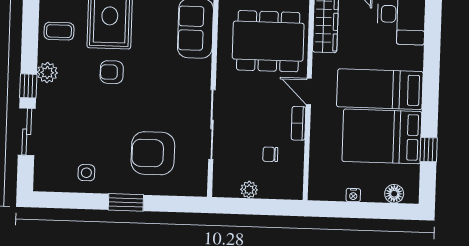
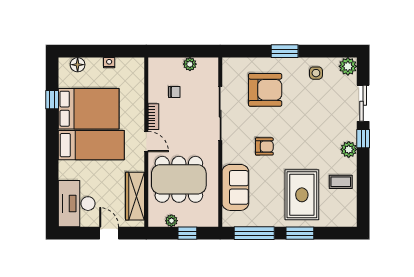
armchair: (112, 72) -> (264, 146), moved
plant: (45, 180) -> (348, 66), added

